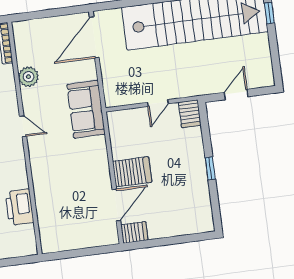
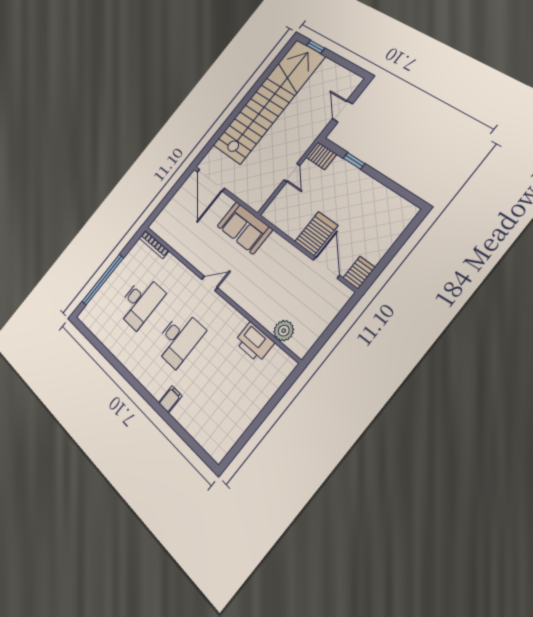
plant: (28, 77) -> (284, 331), moved
window: (210, 168) -> (354, 161), moved

